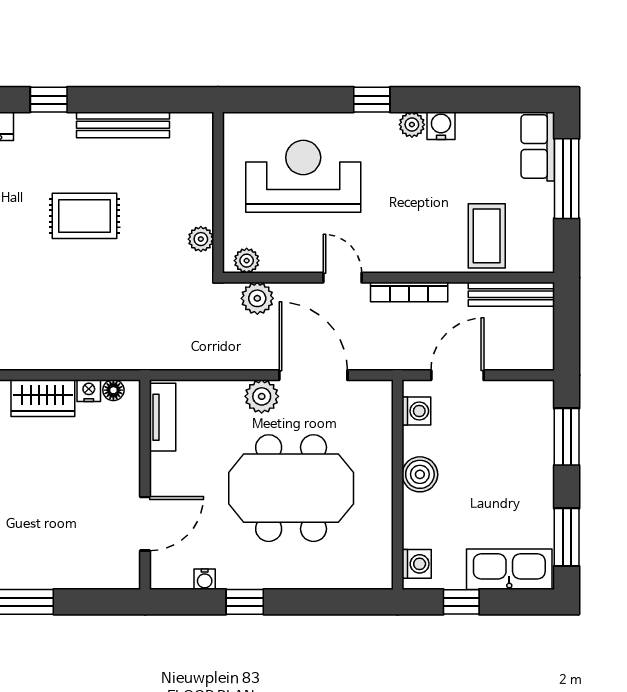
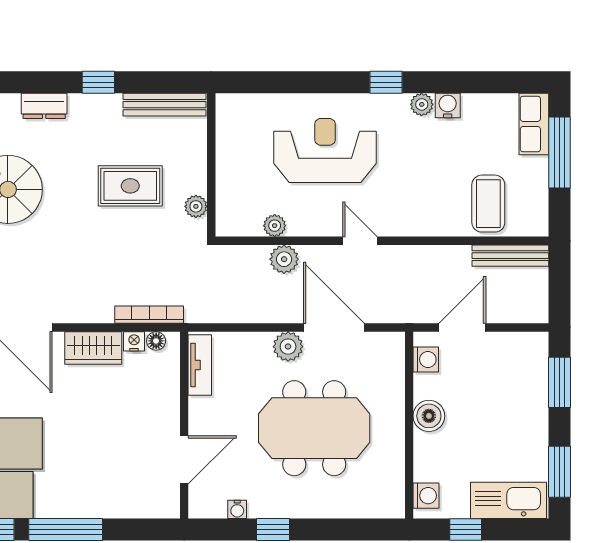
wall: (218, 192) -> (211, 165), moved
plant: (201, 239) -> (196, 206), moved
bookcase: (409, 292) -> (149, 315), moved, turned 180

